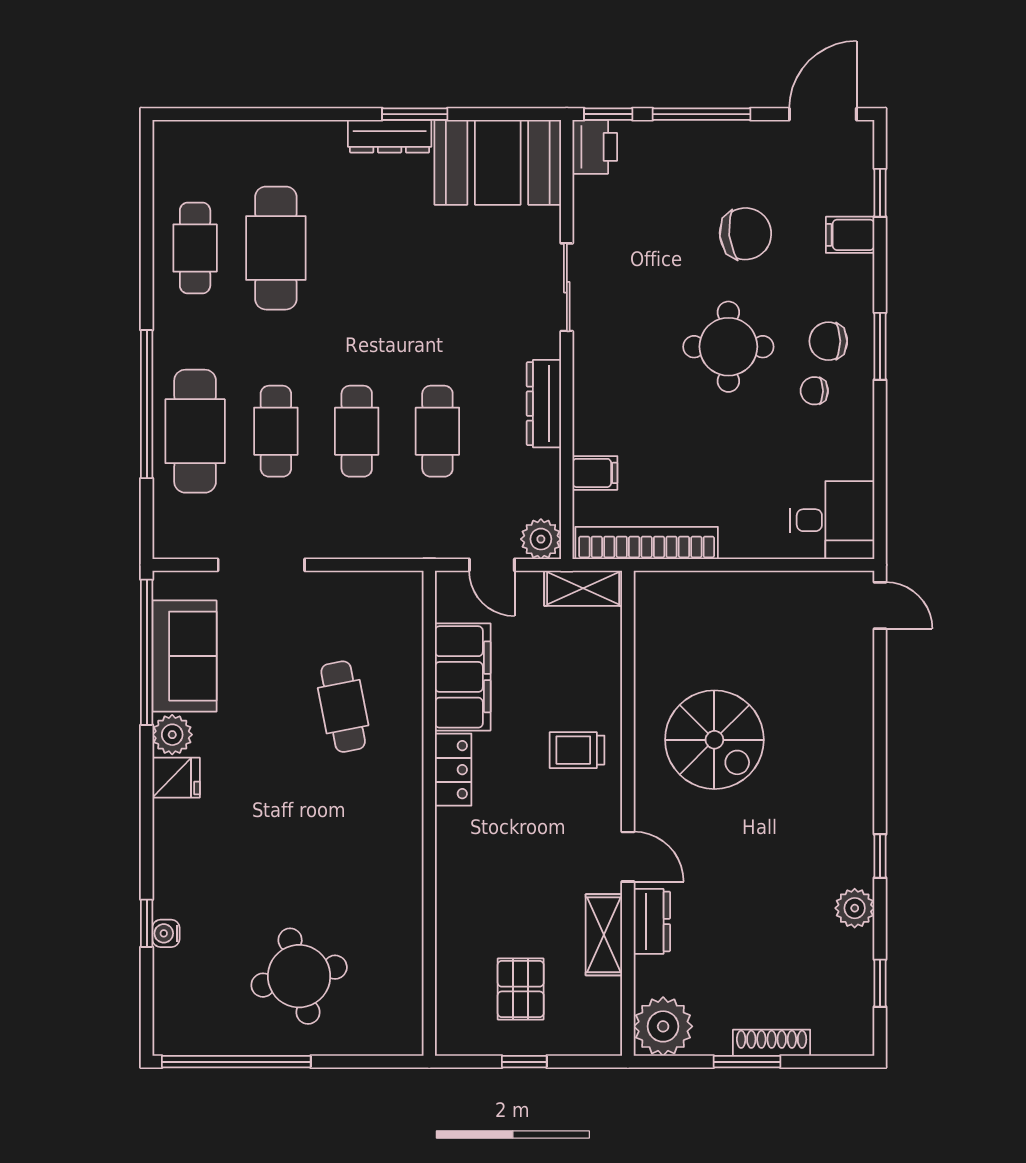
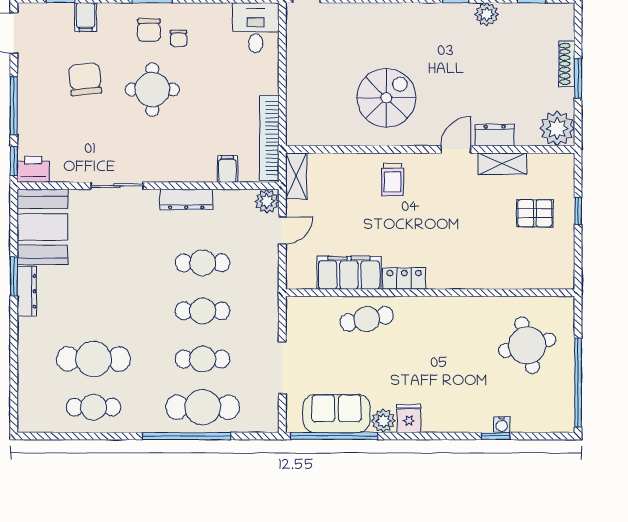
filing cabinet: (463, 677) -> (349, 273), moved
locker: (453, 770) -> (404, 278), moved
wall: (429, 813) -> (430, 293), moved

